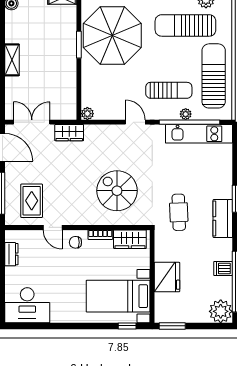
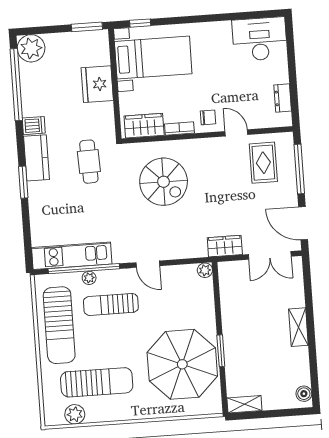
dishwasher: (223, 268) -> (34, 126), moved

